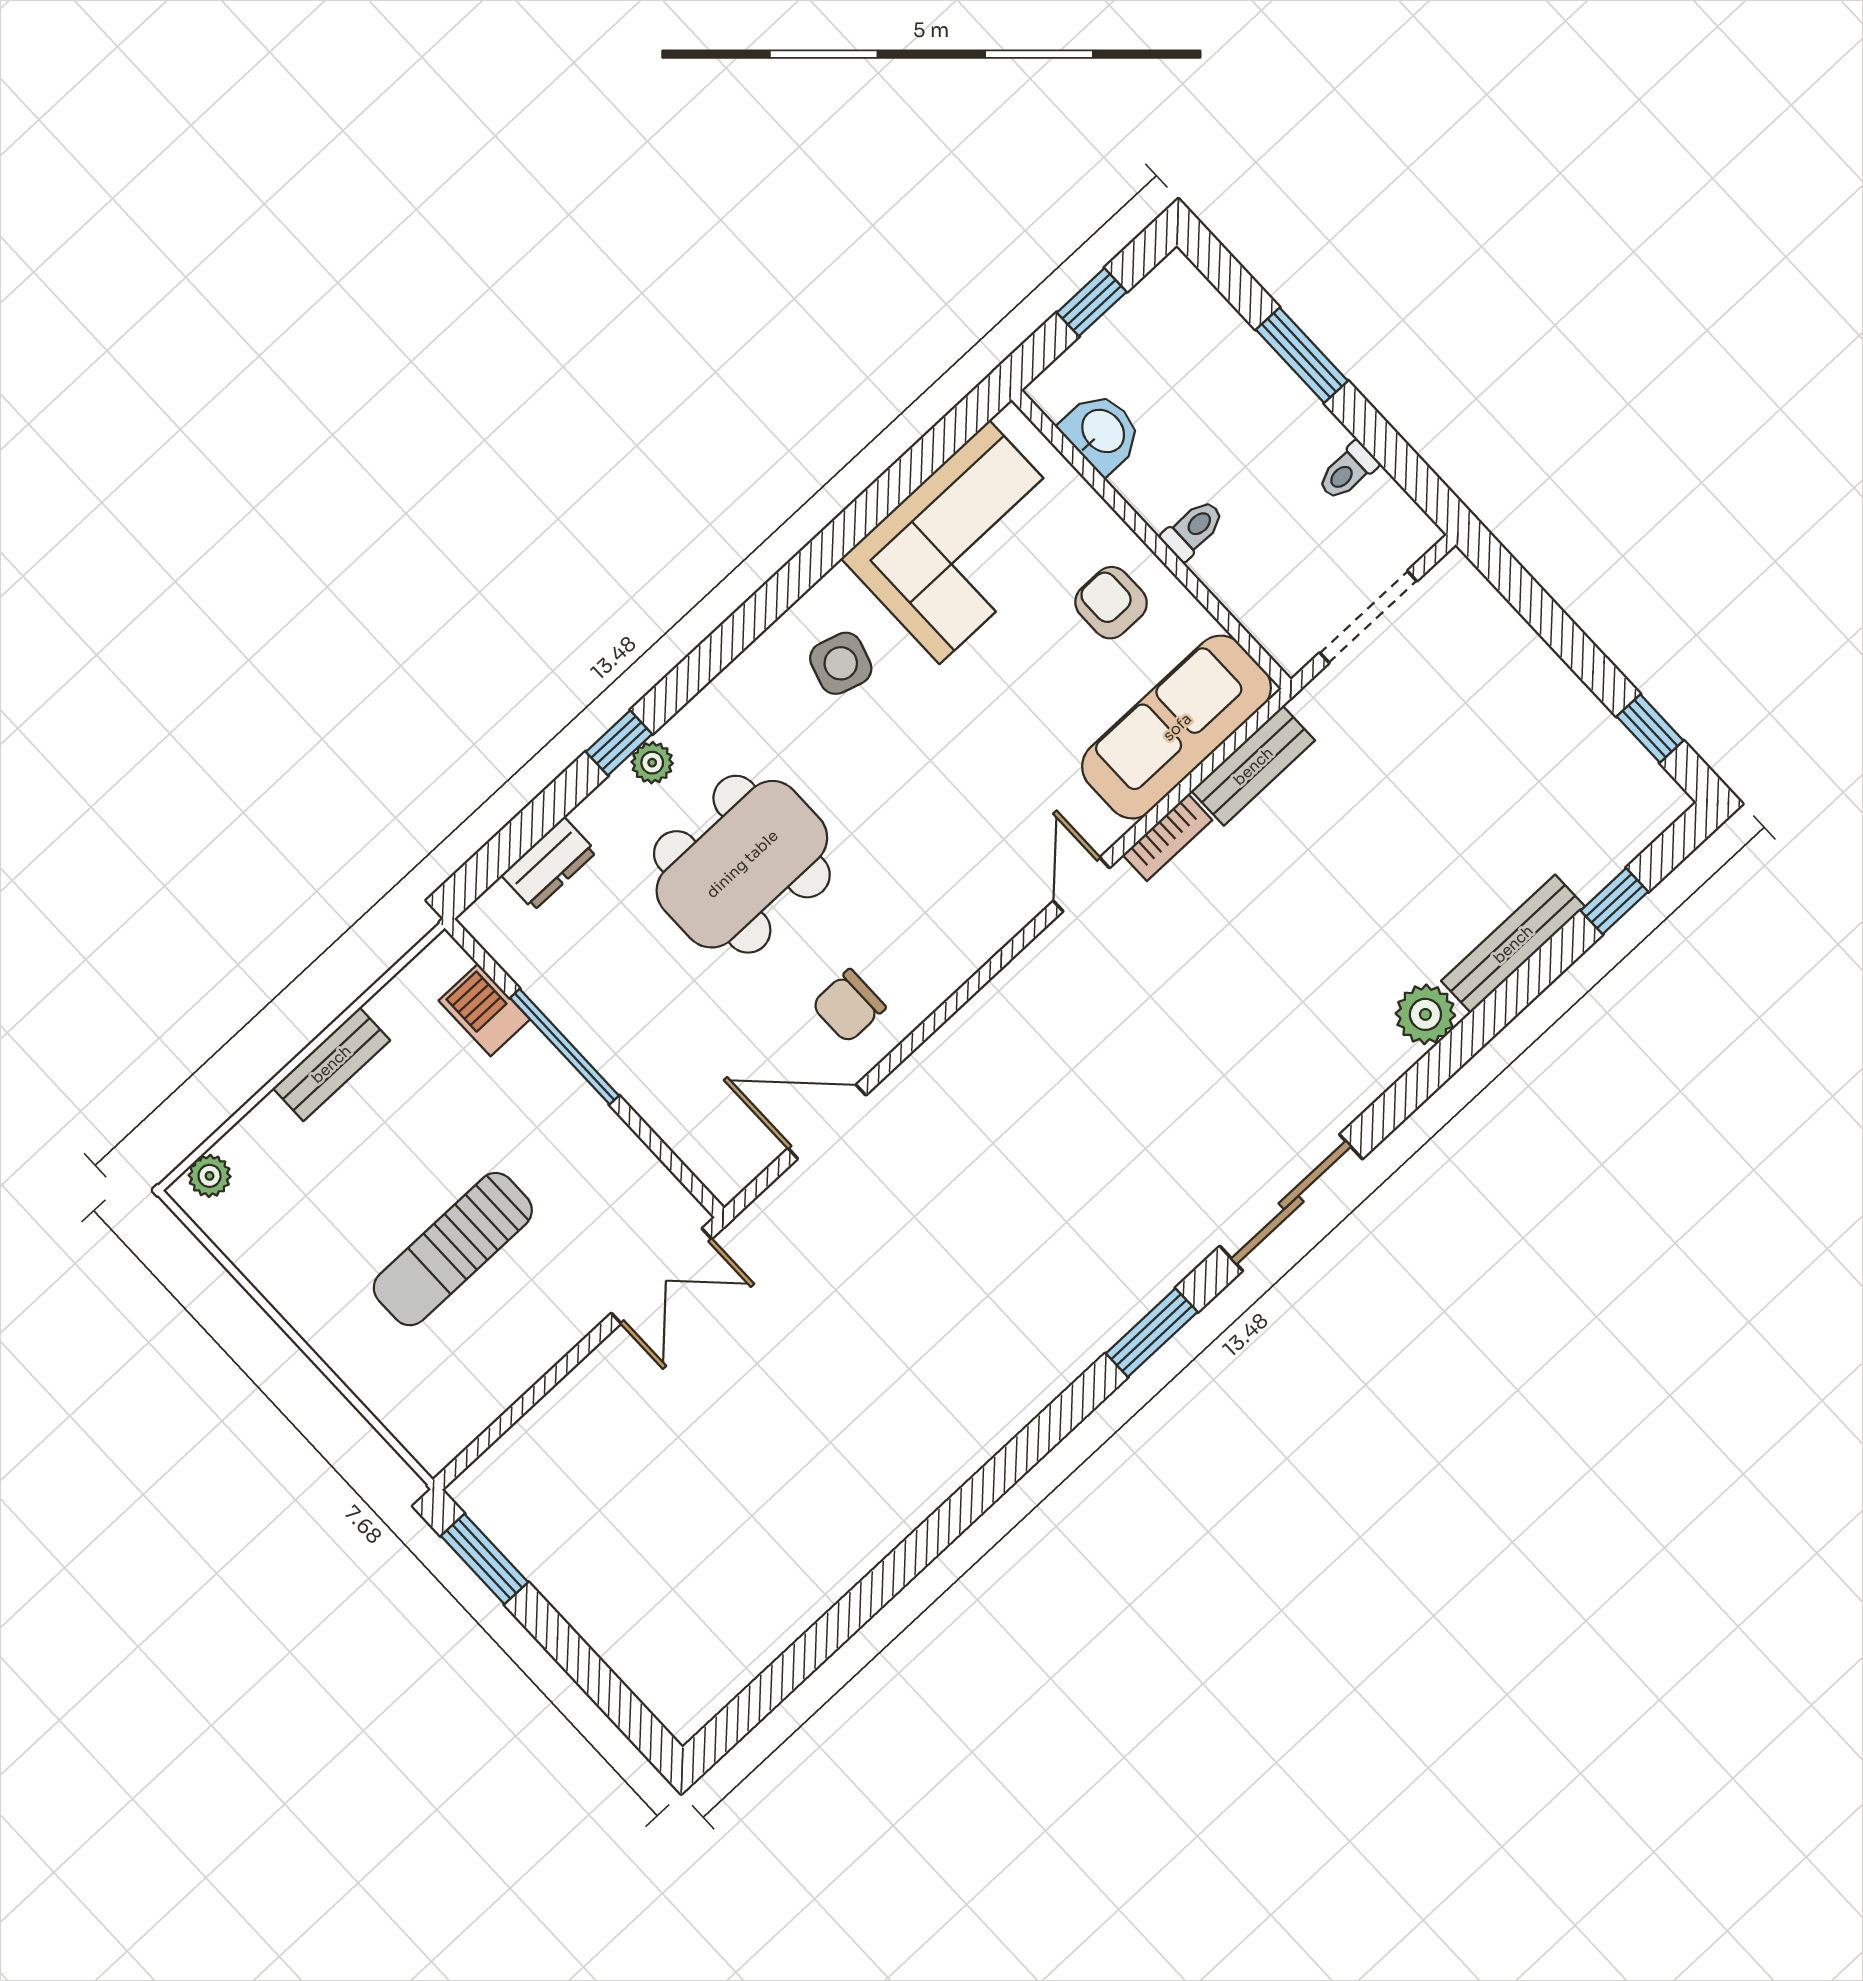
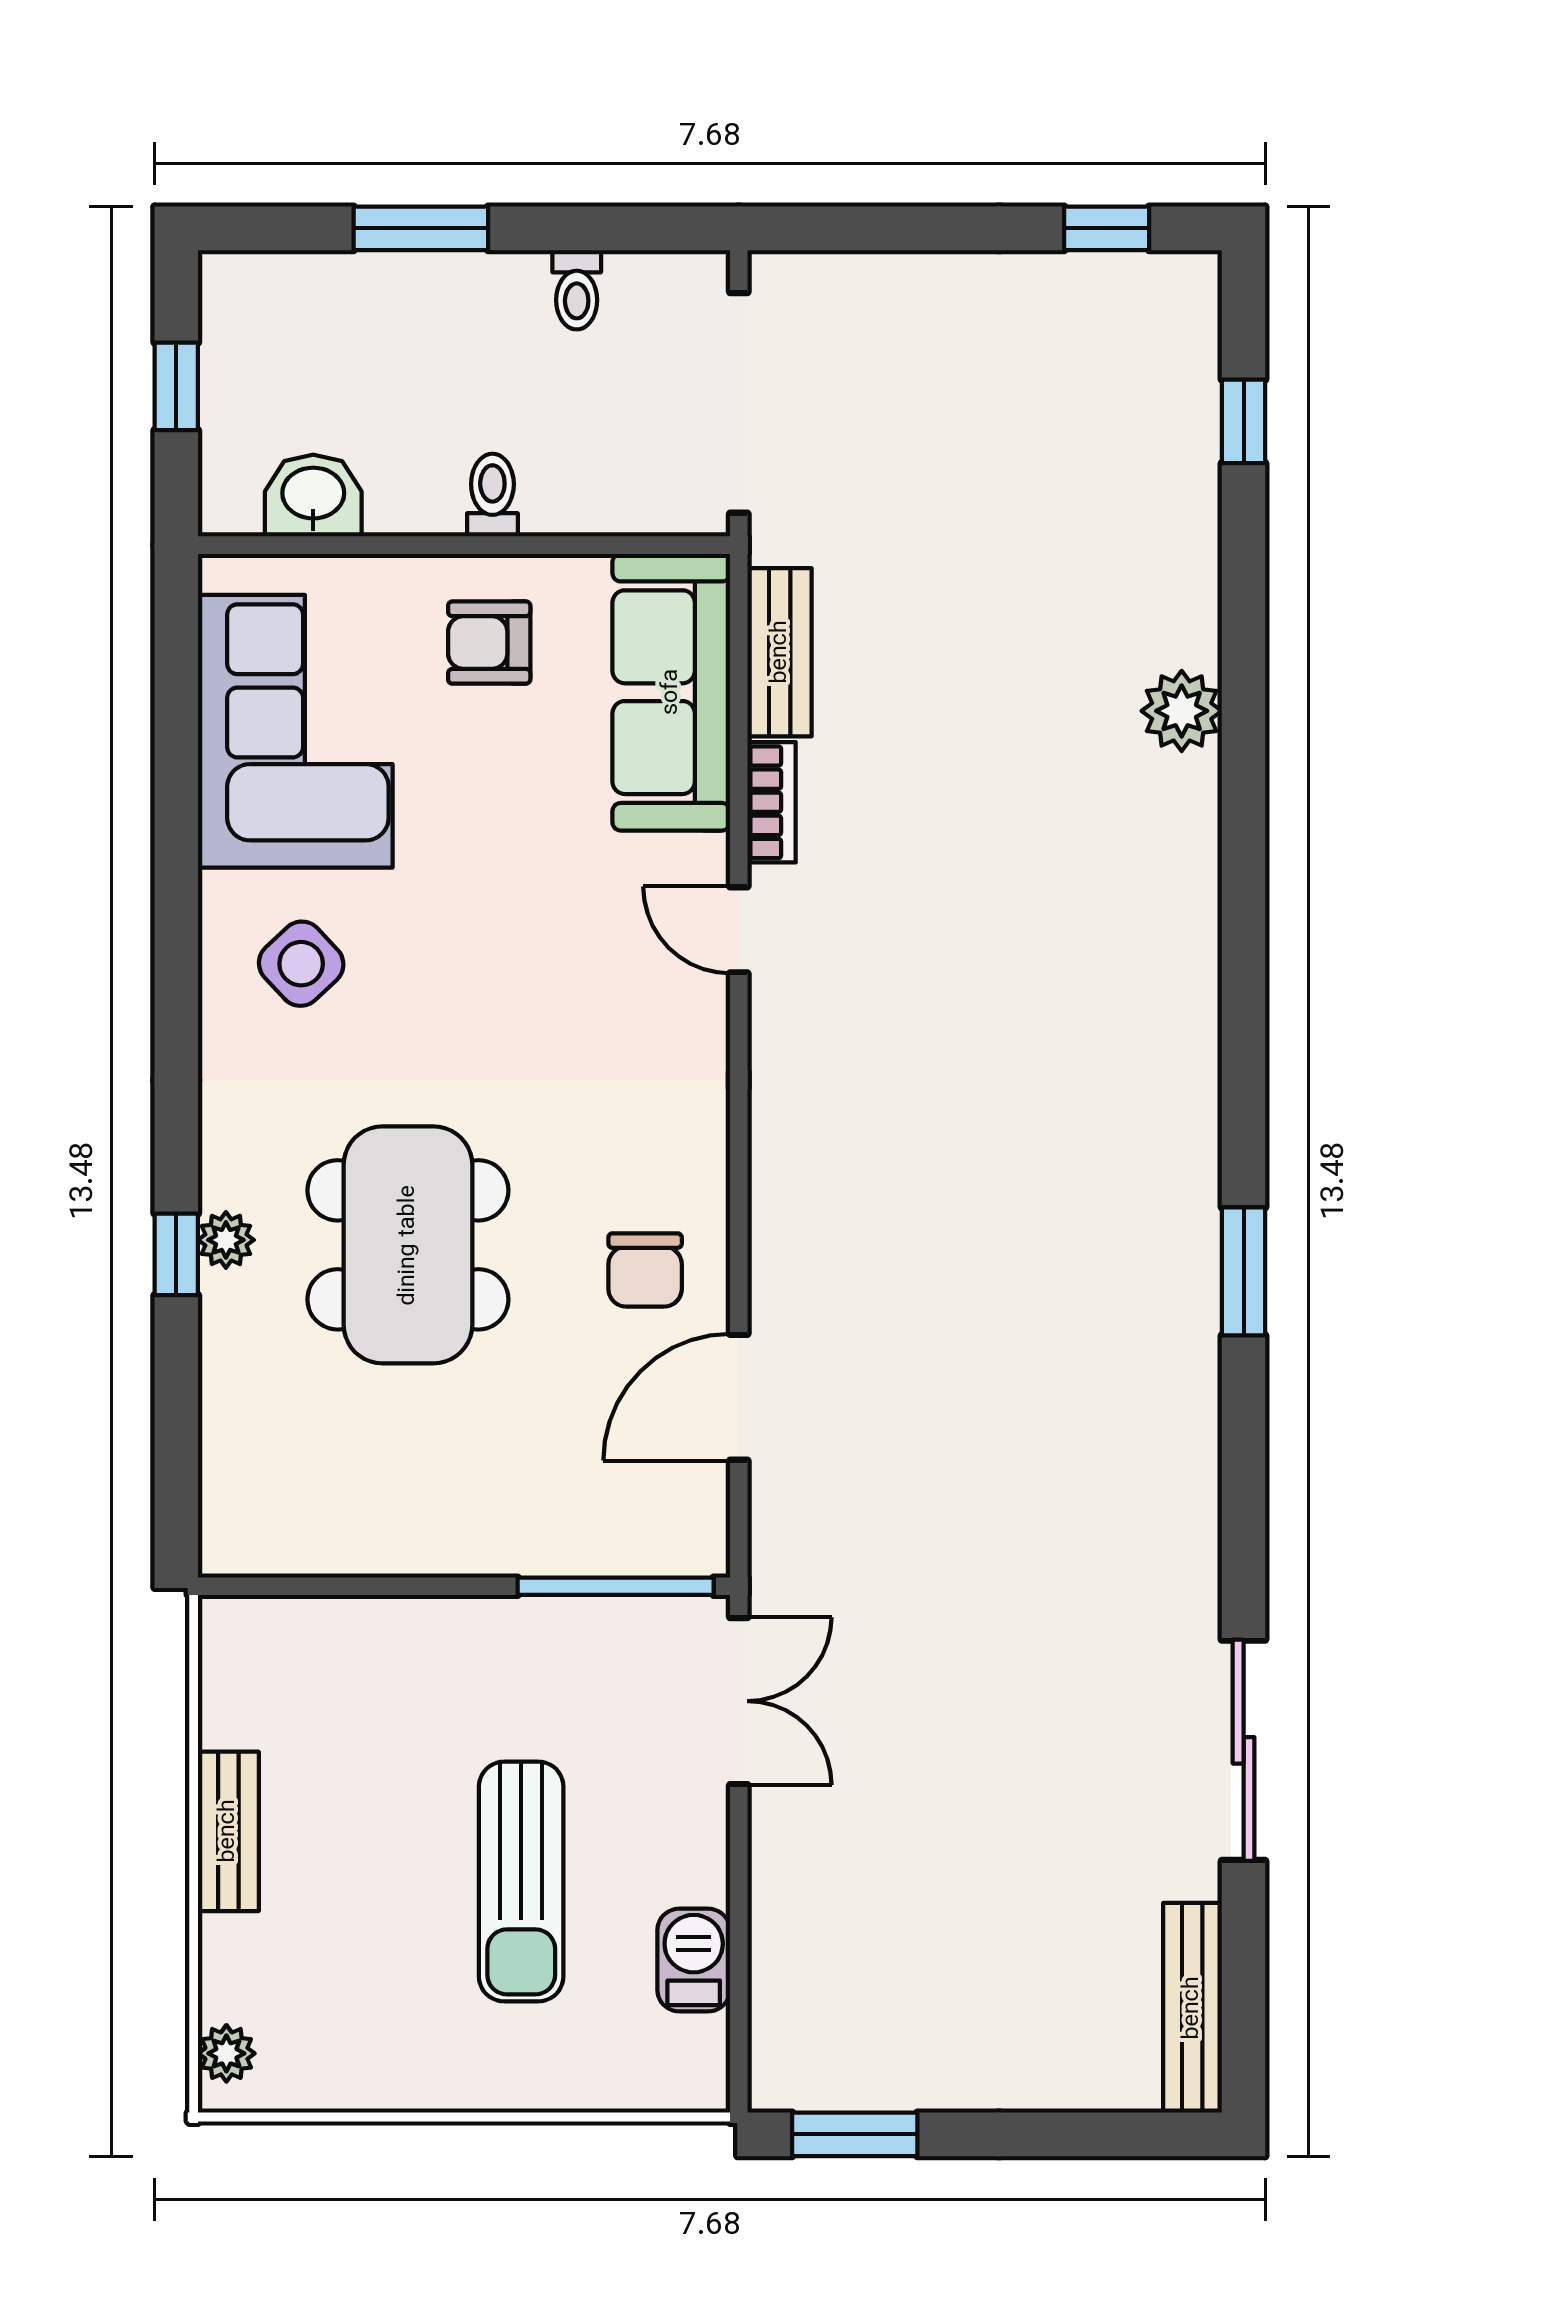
doorway: (1368, 617) -> (739, 403), width x1.36
side table: (841, 663) -> (301, 964), turned 30
dresser: (549, 864) -> (231, 1434), removed
bench: (1513, 944) -> (1192, 2008), moved
barbecue: (484, 1010) -> (694, 1960), moved, turned 90
window: (565, 1047) -> (616, 1586), moved
sliding door: (1291, 1203) -> (1244, 1750), moved

